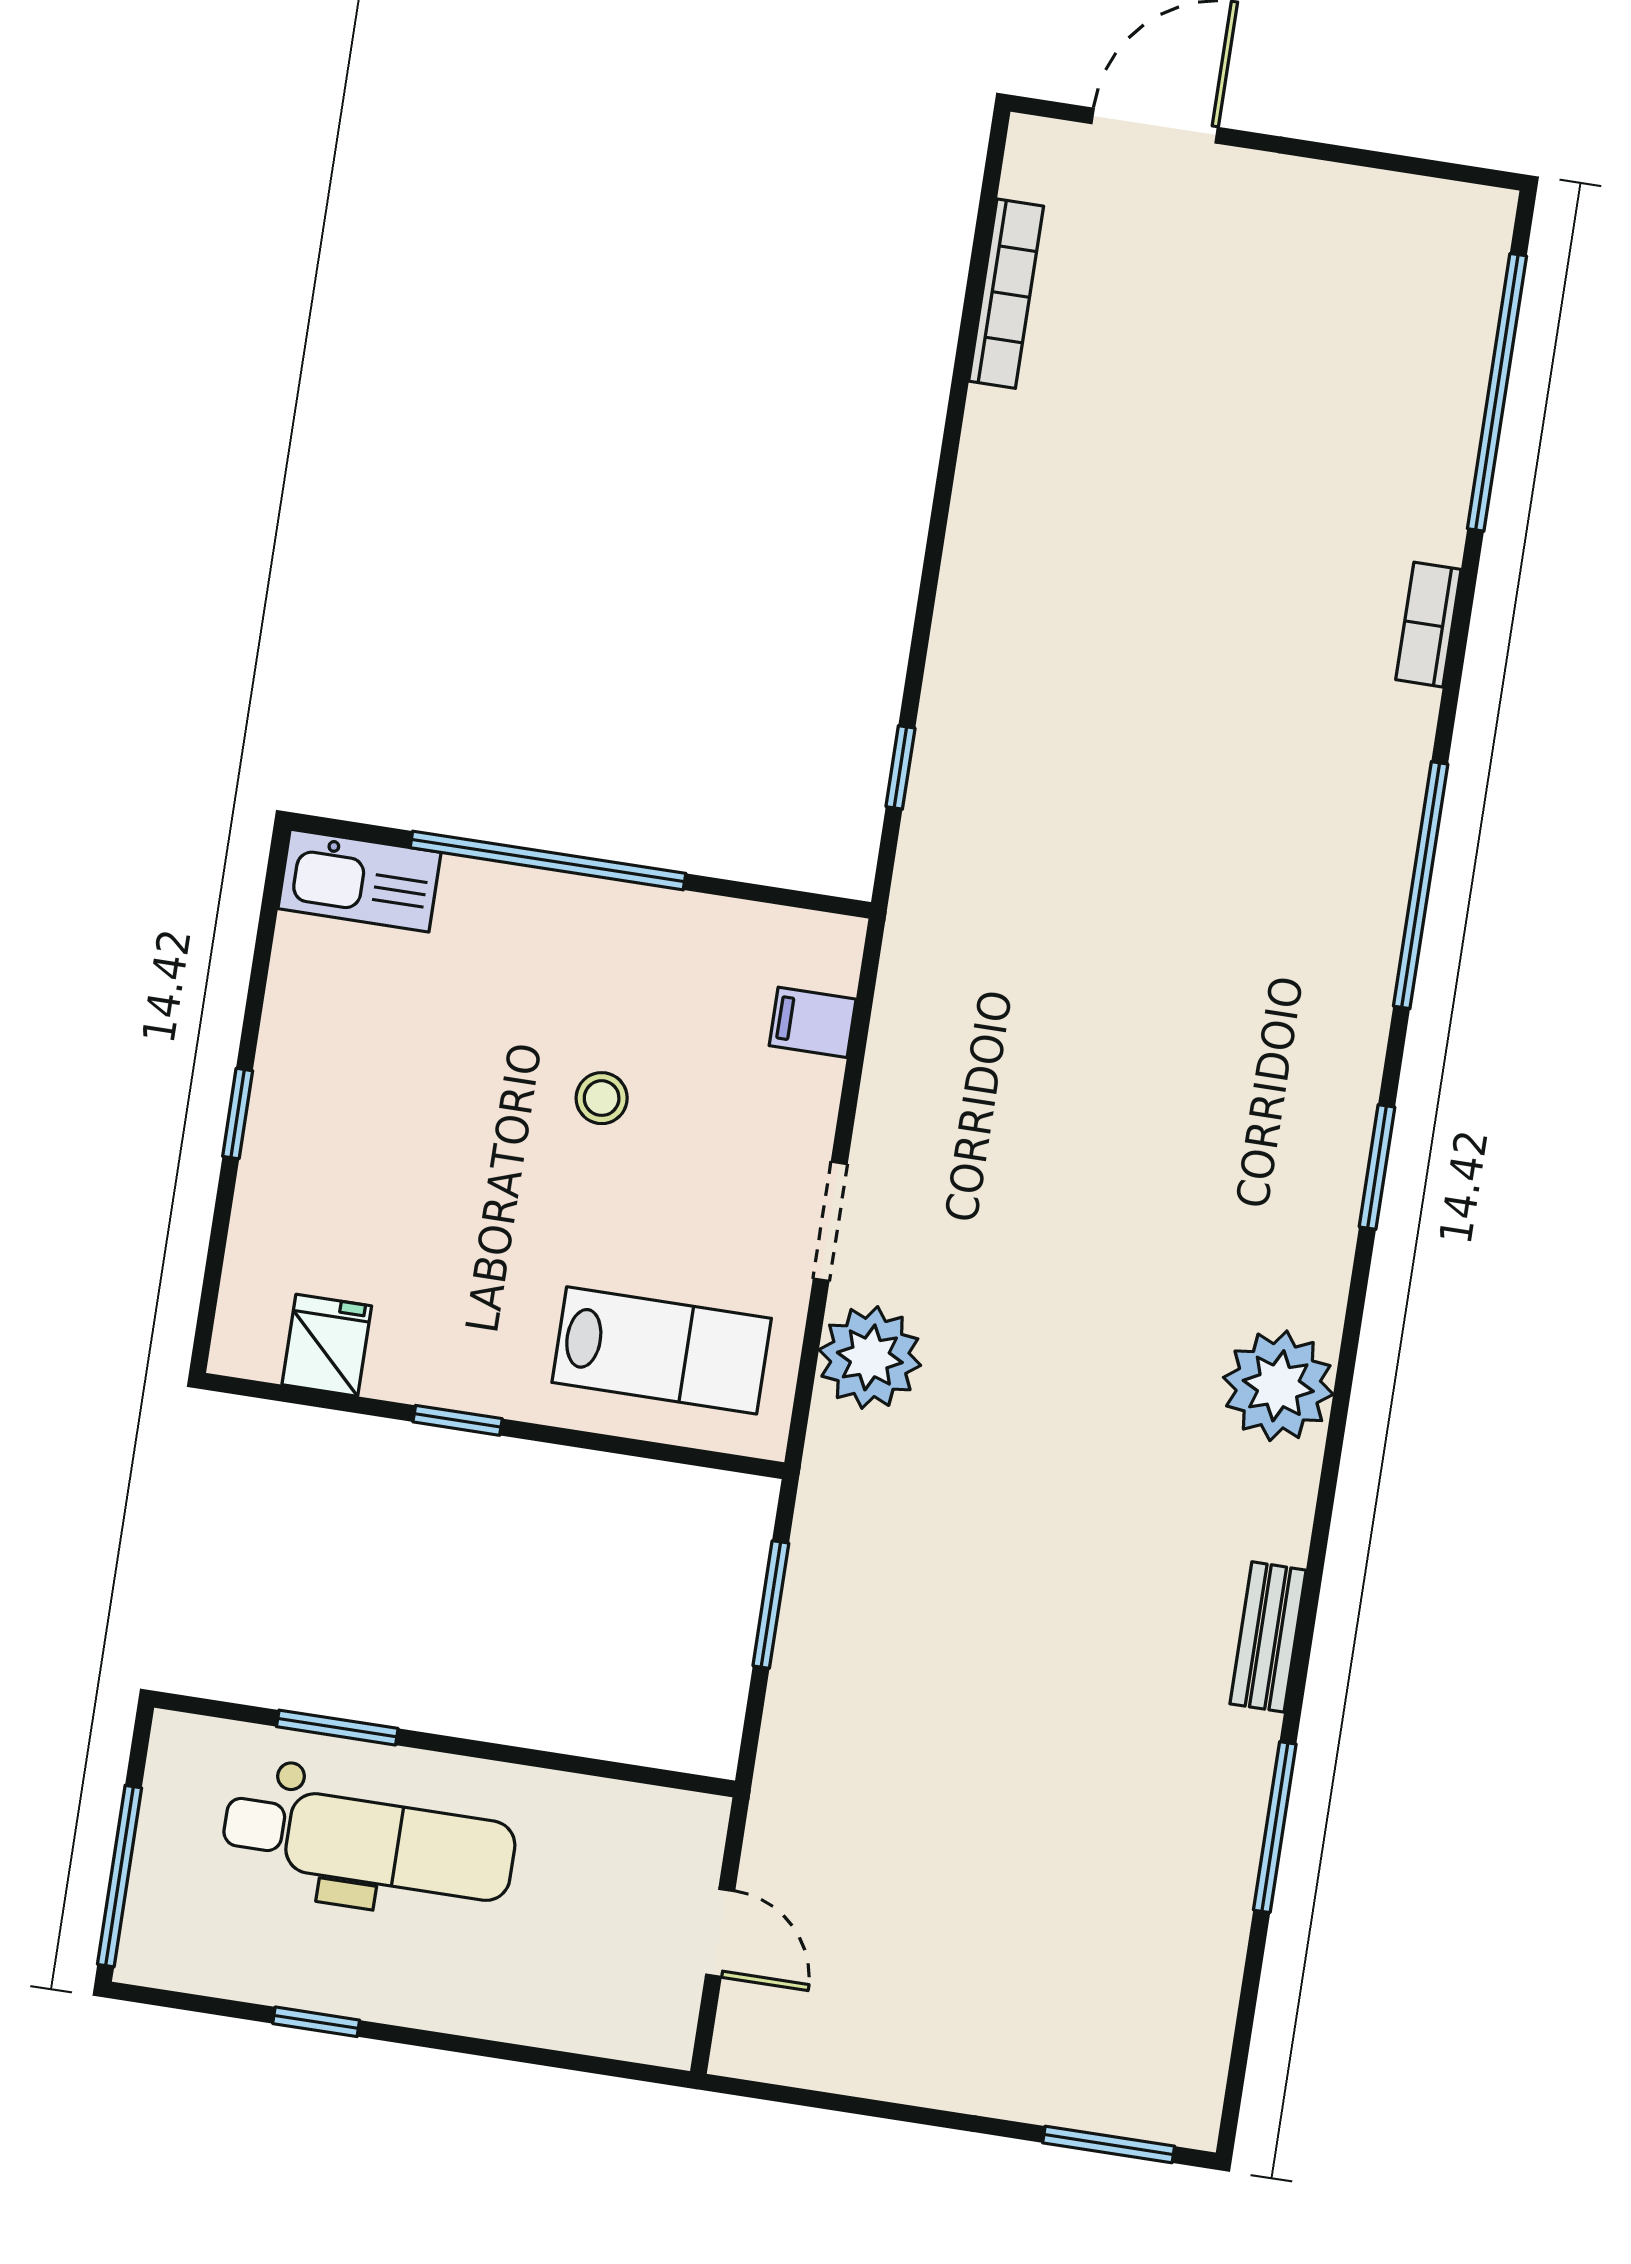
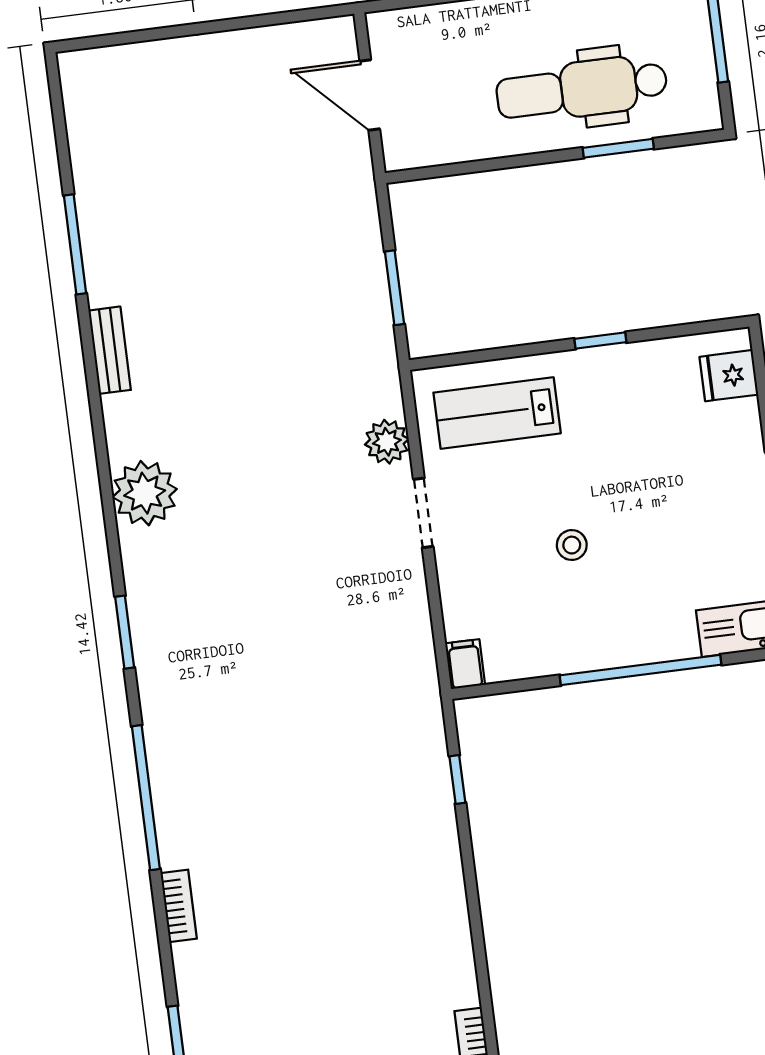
bookcase: (1428, 625) -> (179, 906), moved
filing cabinet: (813, 1022) -> (465, 664), moved, turned -90
fridge: (327, 1345) -> (729, 376), moved, turned 90
plant: (870, 1357) -> (387, 442), width x0.73, depth x0.73
door: (720, 1933) -> (370, 95), width x1.37
window: (1109, 2145) -> (117, 39), removed

